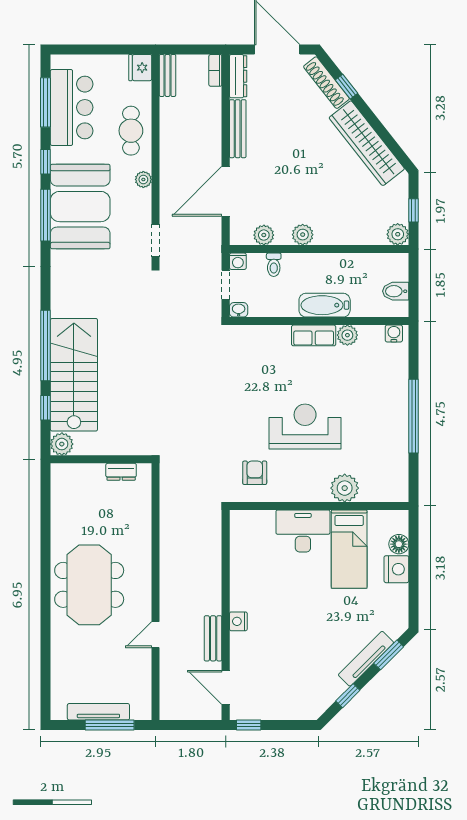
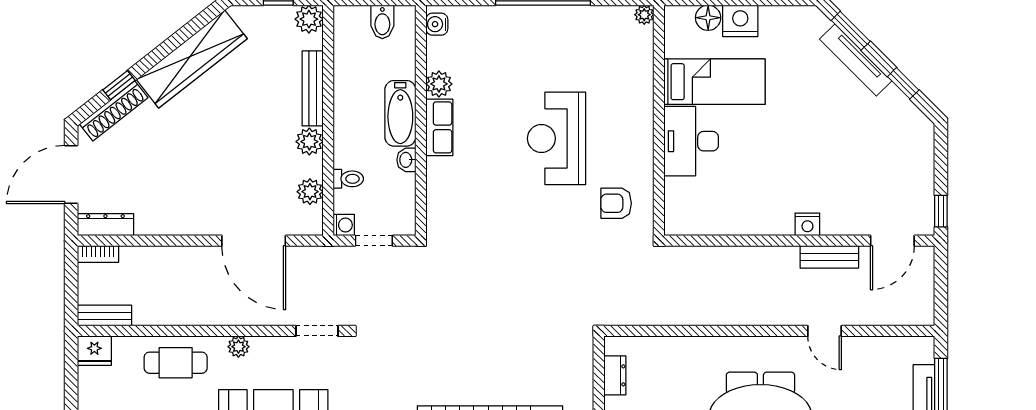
bench: (238, 129) -> (313, 88), moved, turned 90
washbasin: (239, 310) -> (406, 160), moved
plant: (345, 488) -> (644, 15), moved, width x0.53, depth x0.53

